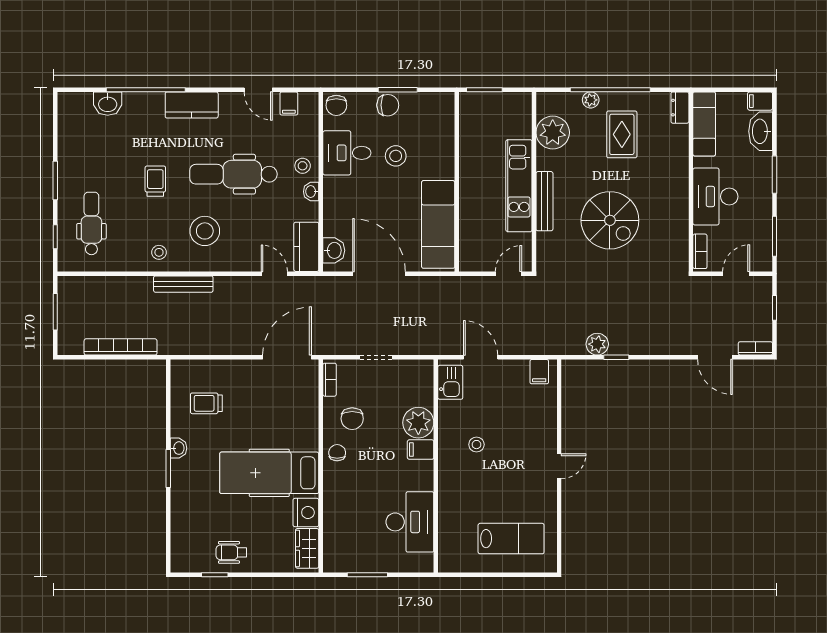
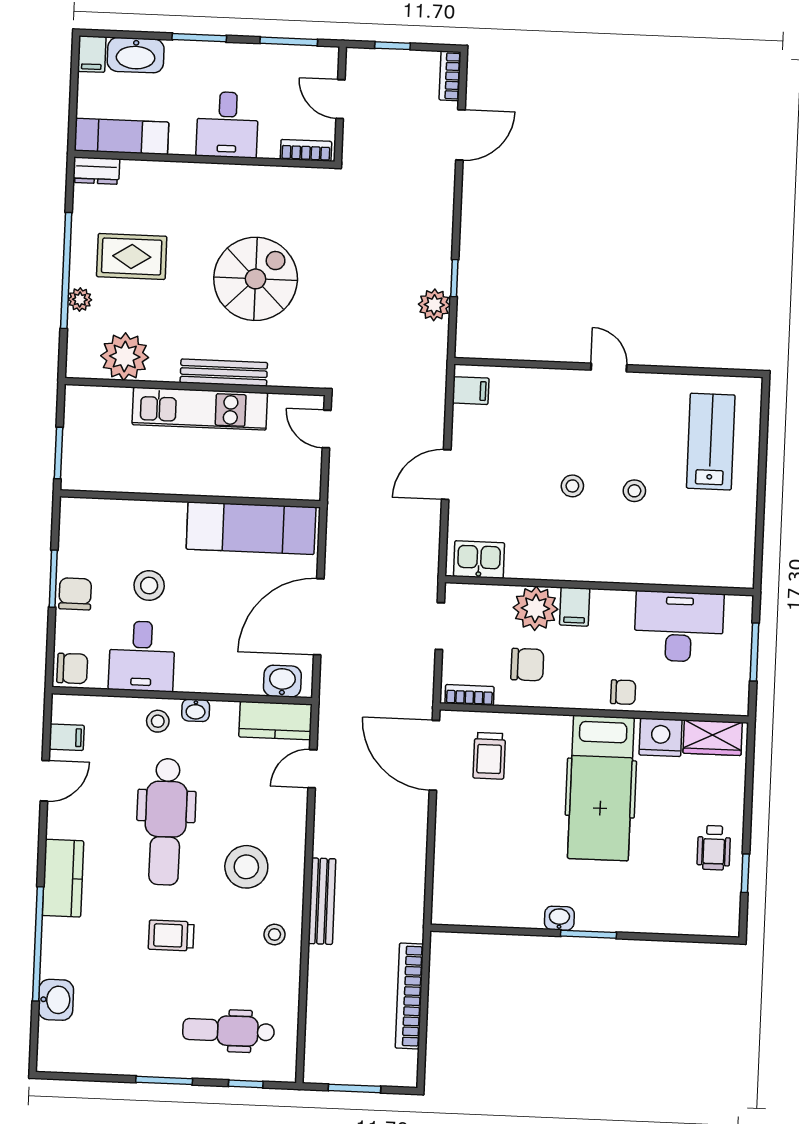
desk: (715, 196) -> (227, 125), width x0.73
kitchen sink: (450, 382) -> (479, 560), moved
trolley: (206, 403) -> (489, 756), moved
plant: (418, 423) -> (535, 608), moved
filing cabinet: (421, 450) -> (575, 607), moved
chair: (337, 453) -> (623, 692), moved, turned 180
wall: (436, 466) -> (599, 586), moved
stool: (475, 487) -> (634, 491), added
desk: (410, 522) -> (679, 627), moved

